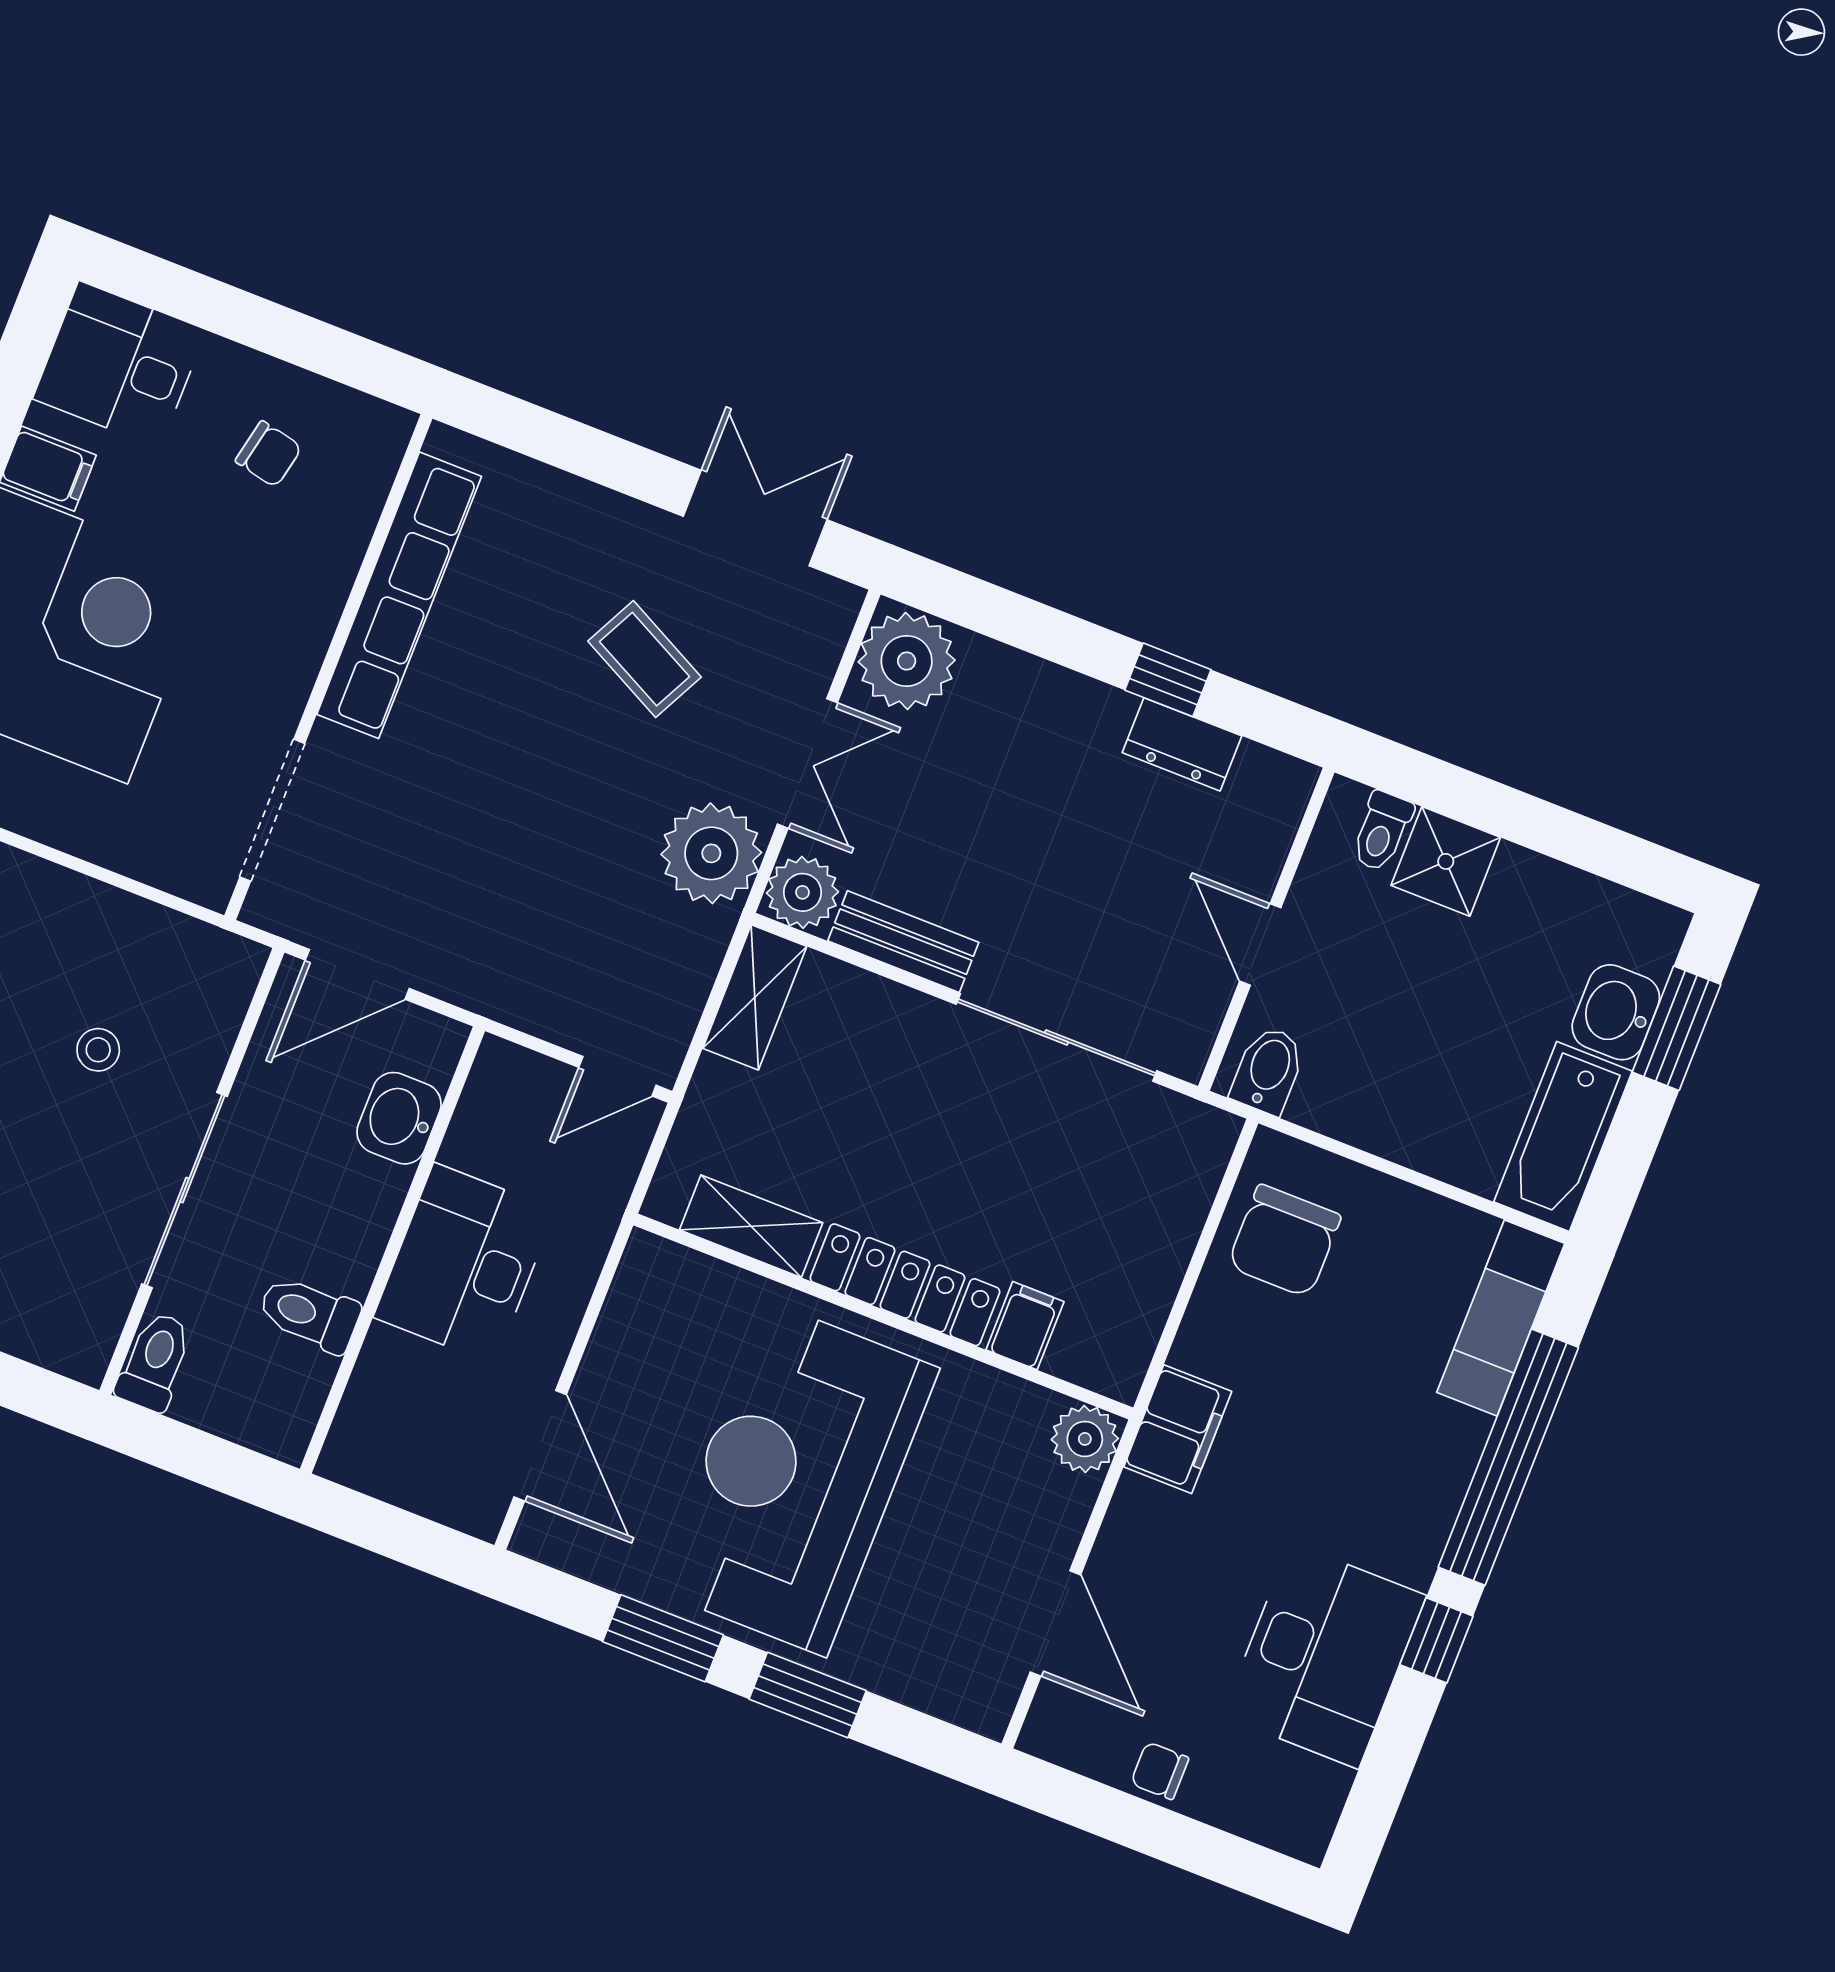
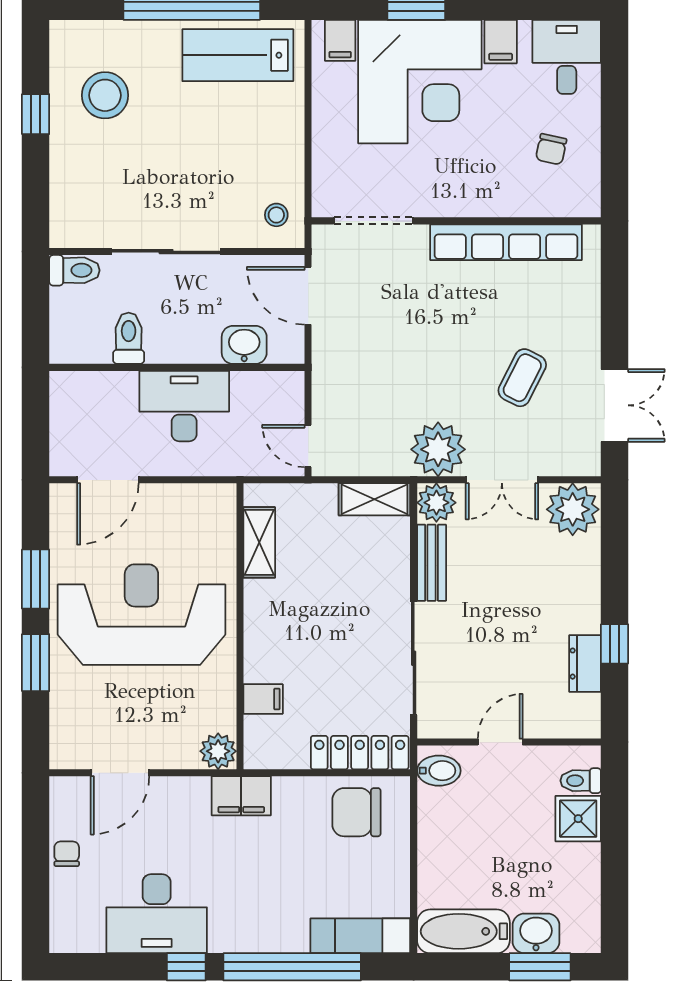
stool: (98, 1050) -> (276, 215), moved
locker: (905, 1285) -> (360, 753), moved, turned -90

